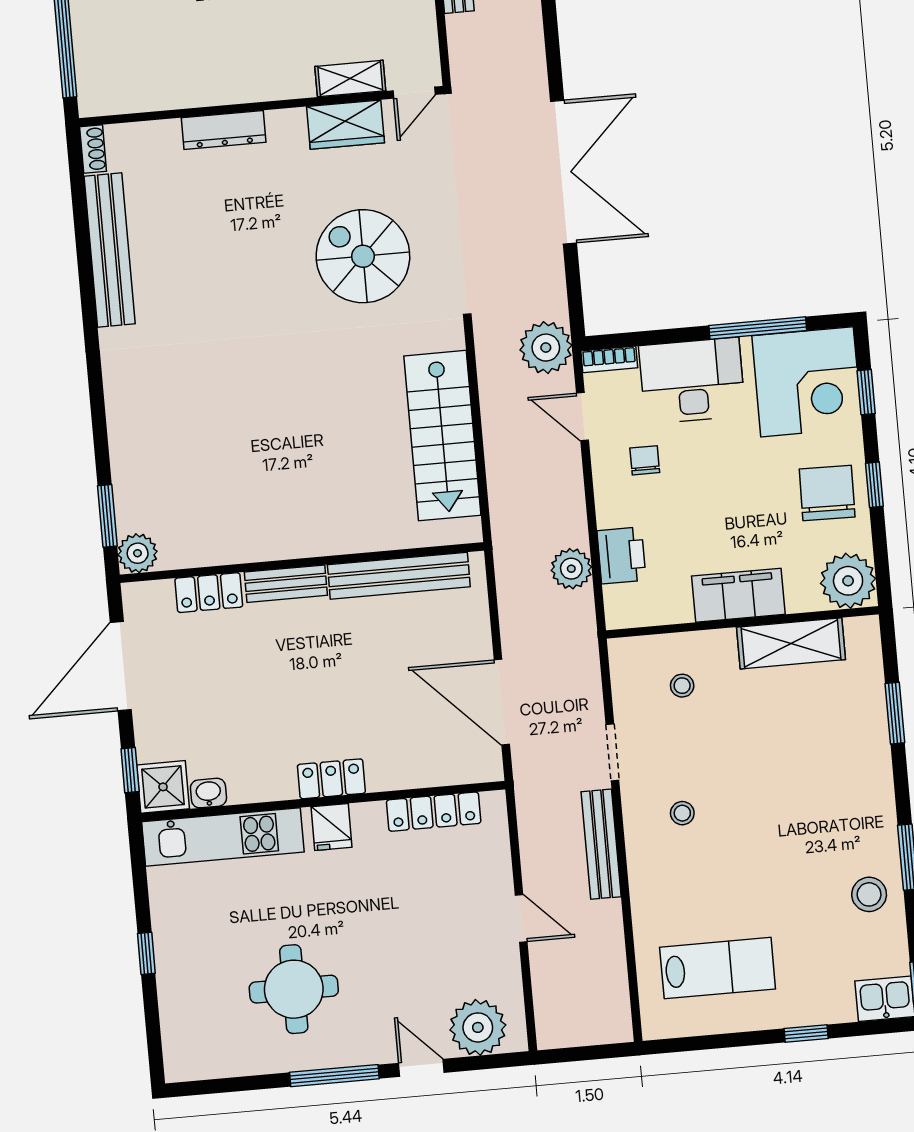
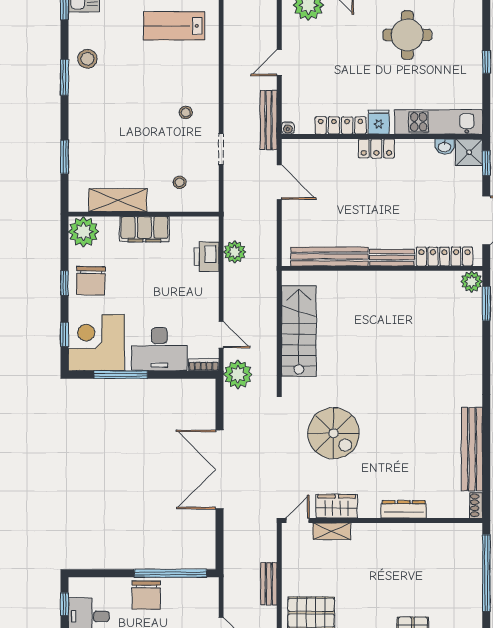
chair: (645, 460) -> (189, 308), removed
locker: (209, 593) -> (444, 257), width x1.53
door: (502, 702) -> (279, 182), width x0.73
water cooler: (495, 802) -> (288, 128), added
locker: (434, 812) -> (341, 125), moved
bench: (601, 844) -> (269, 120), moved
door: (521, 918) -> (279, 63), hinge flipped

